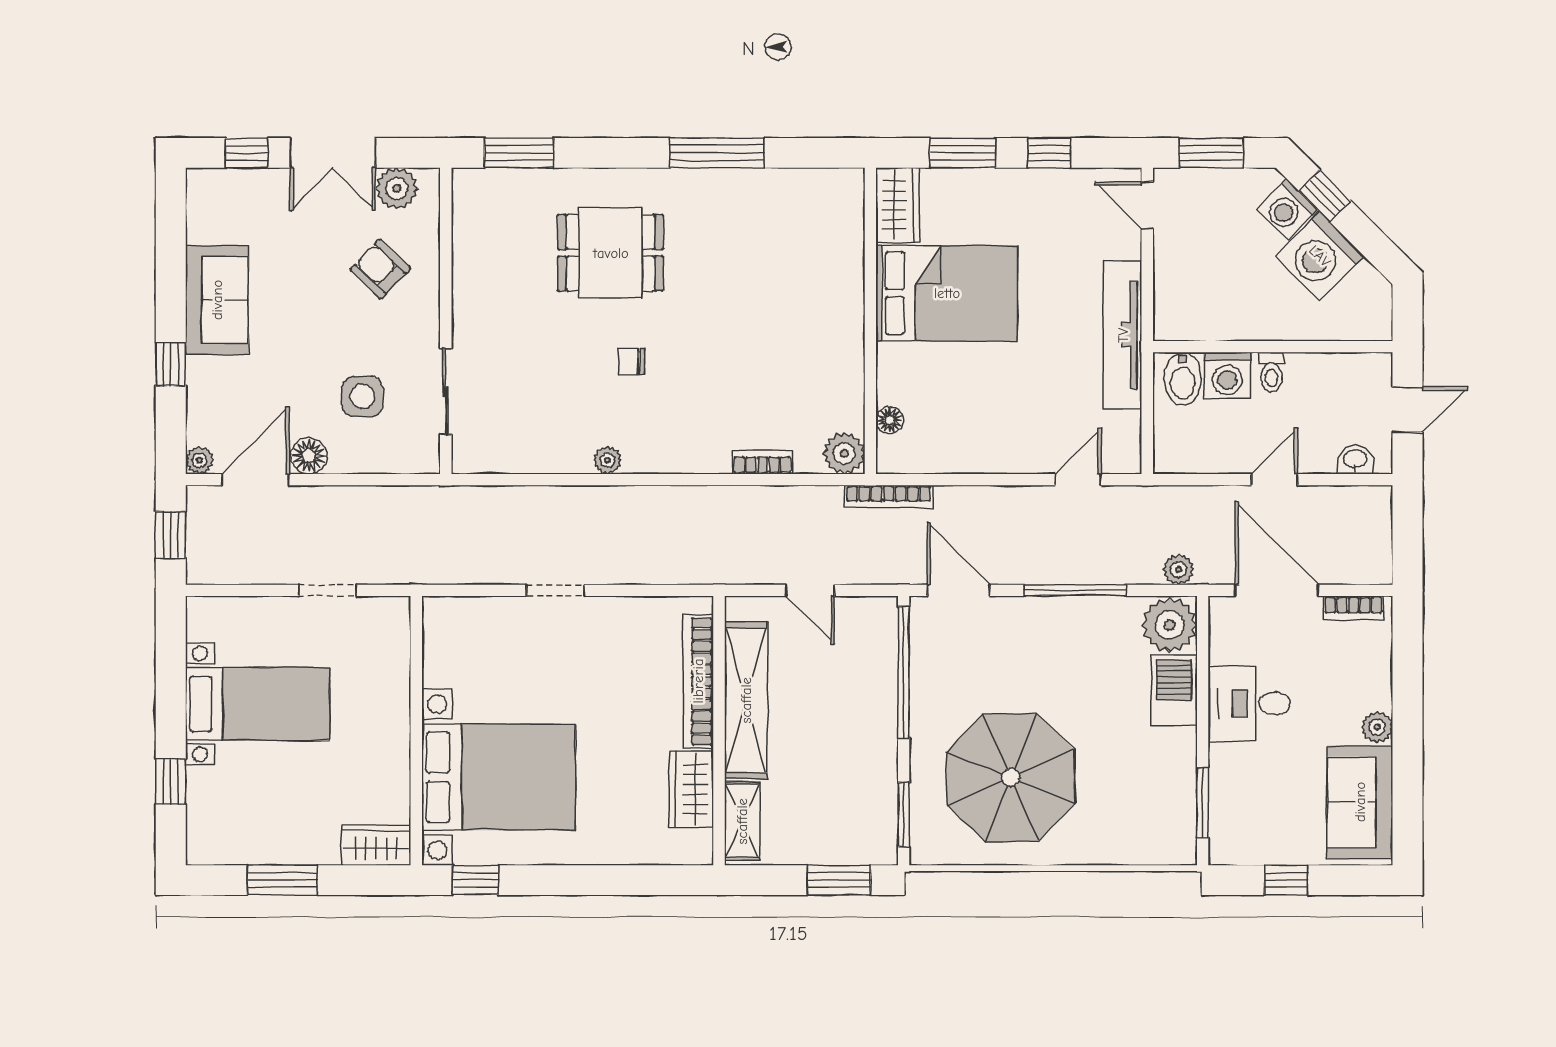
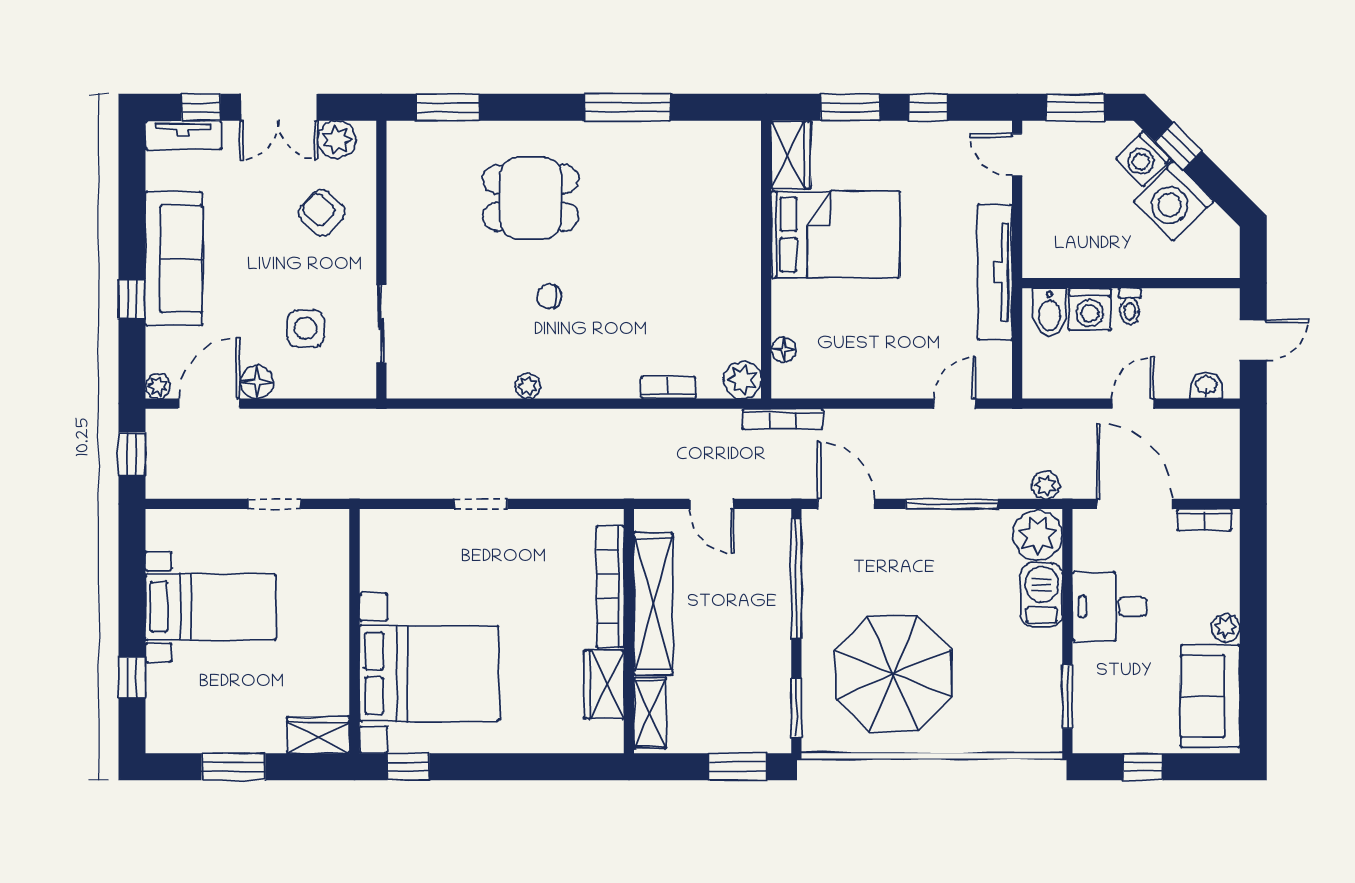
tv unit: (227, 184) -> (183, 135), added
sofa: (217, 300) -> (174, 259), width x1.36

